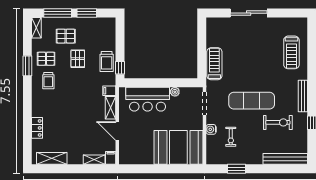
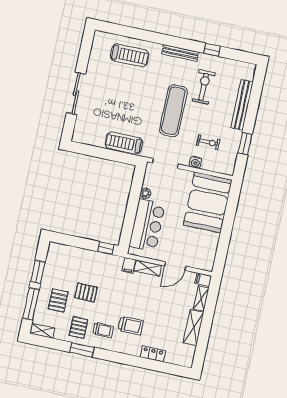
trolley: (107, 62) -> (131, 326), moved
shelving: (52, 158) -> (193, 328), moved
bench: (285, 159) -> (242, 105), moved

